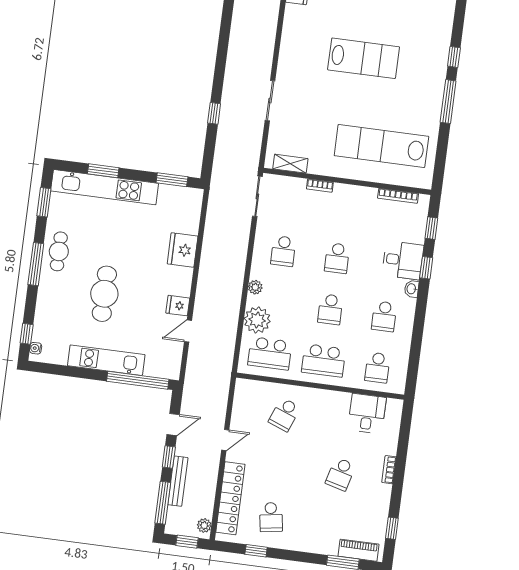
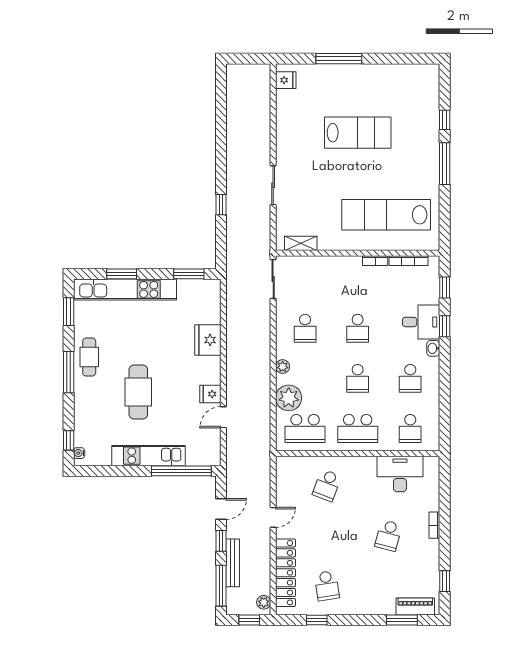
bookcase: (320, 186) -> (375, 261), moved
desk: (367, 414) -> (400, 474), width x1.37

